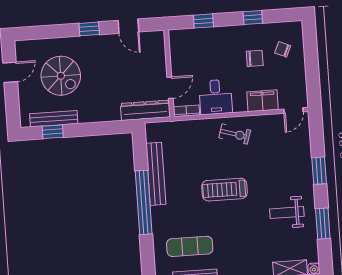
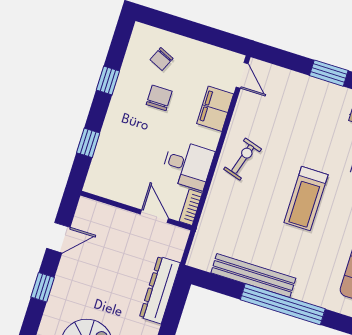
dresser: (145, 110) -> (160, 290), moved

